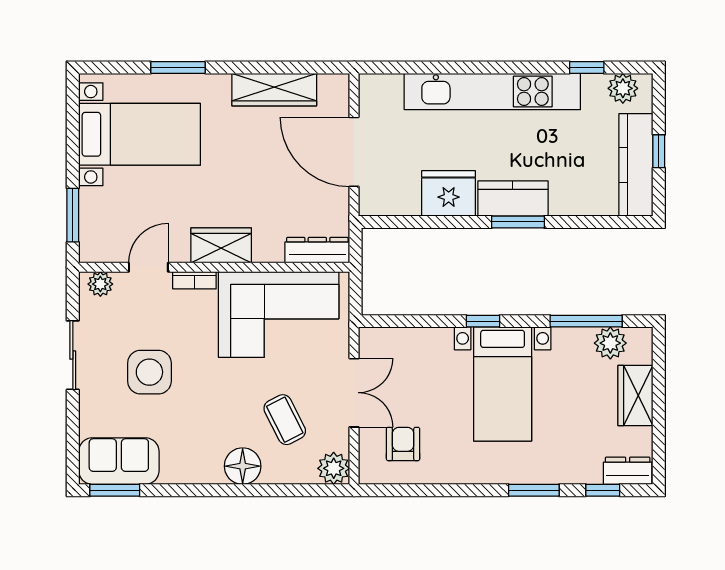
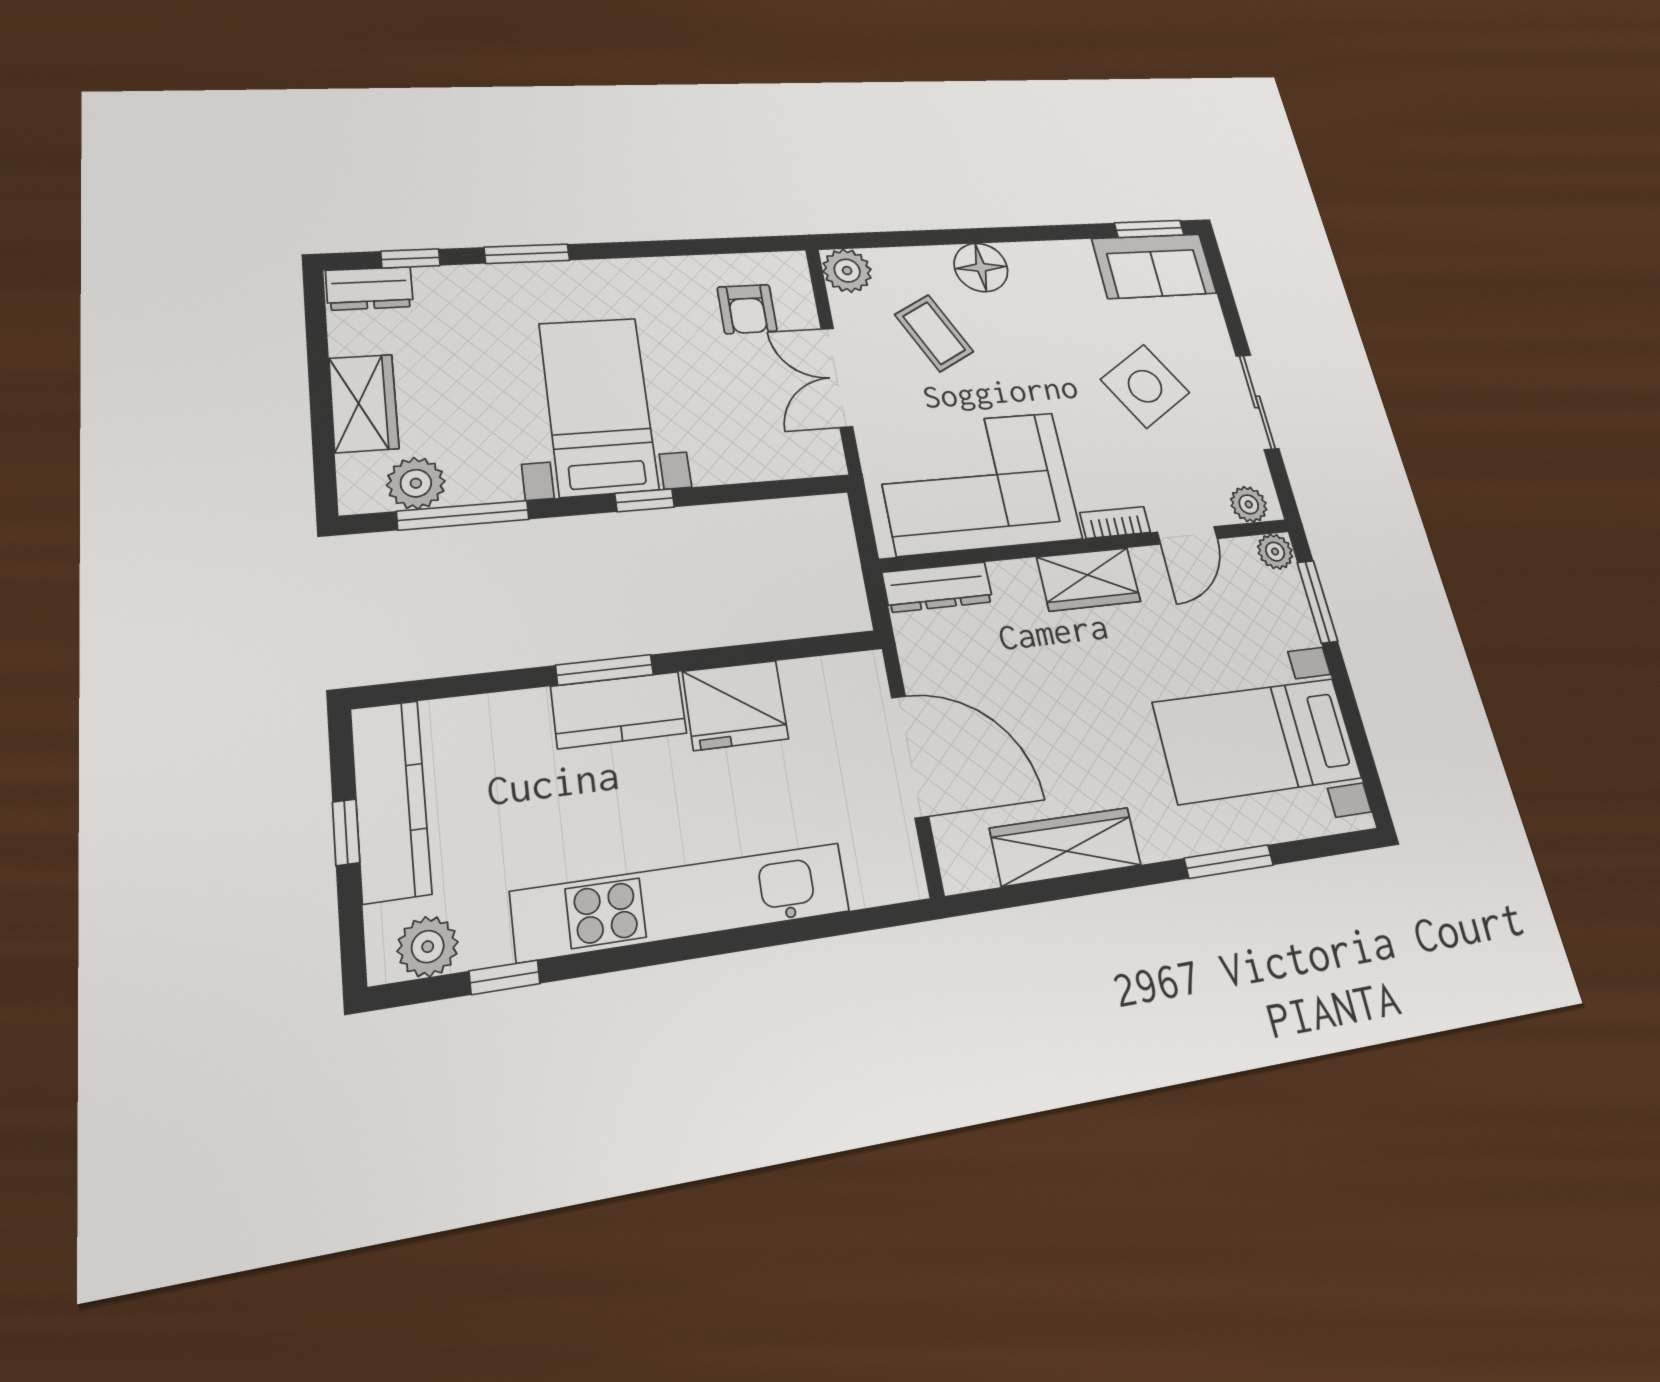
plant: (92, 251) -> (1275, 552), added
side table: (149, 372) -> (1145, 386), turned -32

